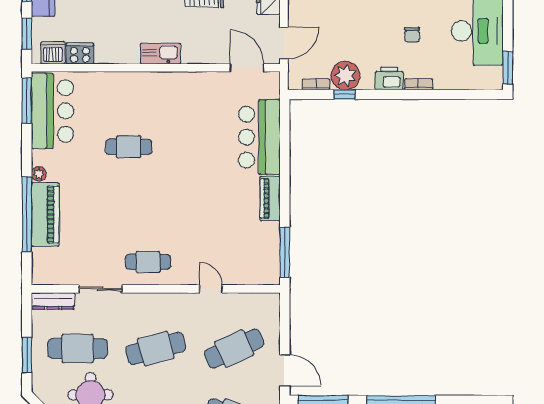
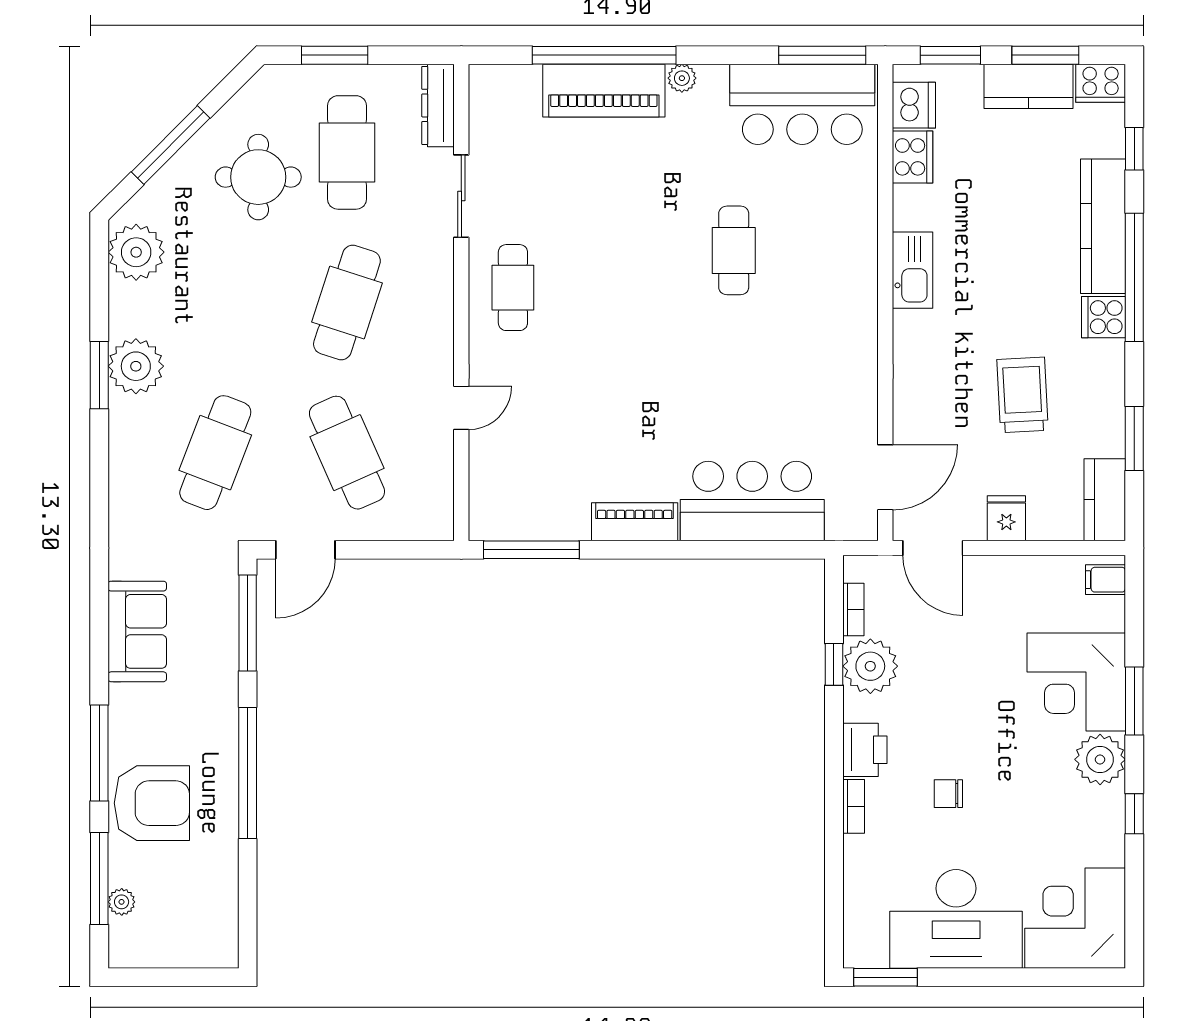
kitchen sink: (160, 54) -> (912, 270), moved
cafe table: (156, 348) -> (347, 303), turned 33

